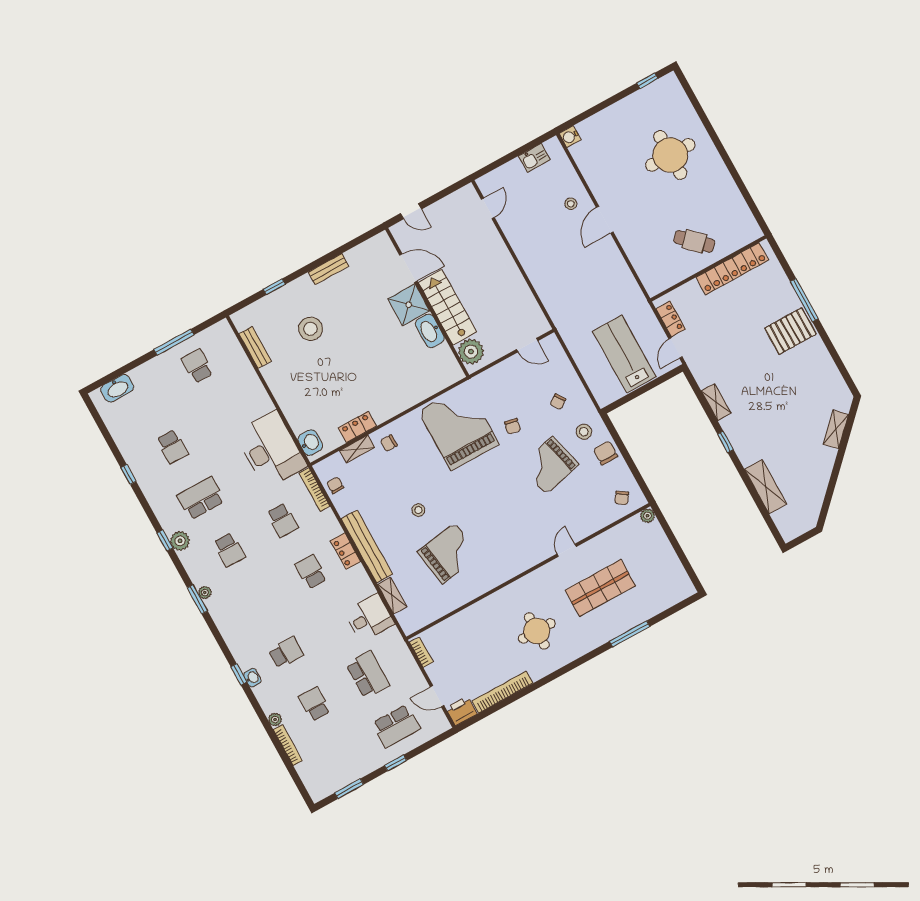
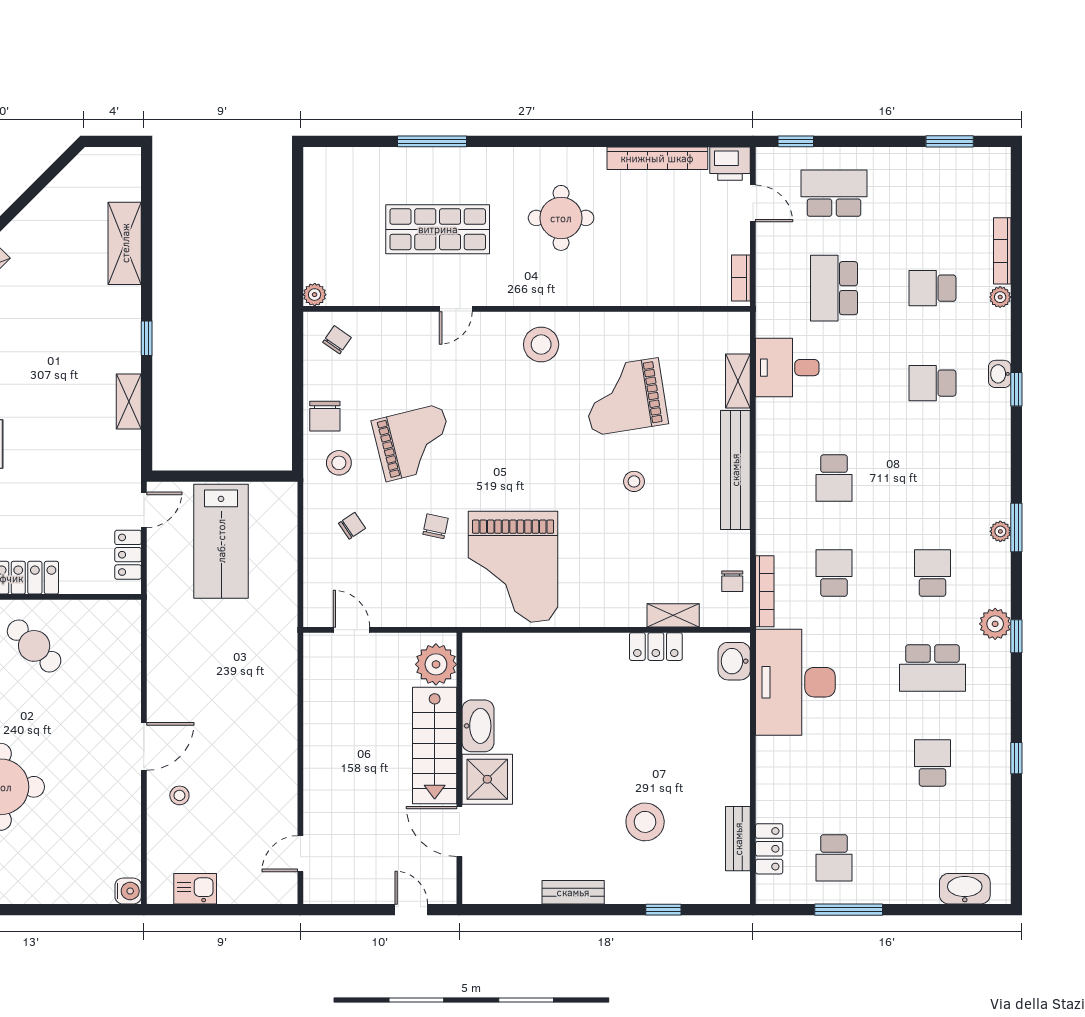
chair: (389, 443) -> (624, 599), removed
locker: (346, 551) -> (769, 849), moved
stool: (510, 556) -> (541, 345), added
school desk: (314, 704) -> (932, 288), turned 90
window: (396, 763) -> (796, 141), moved

